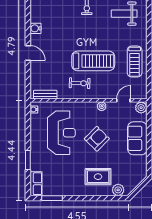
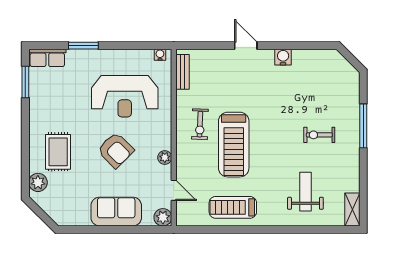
door: (28, 53) -> (246, 46), swing flipped

